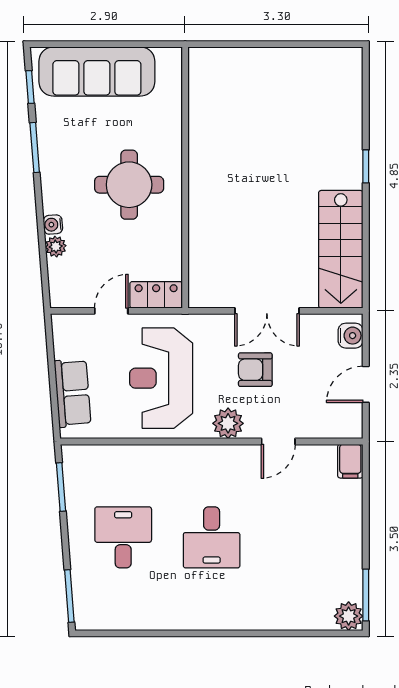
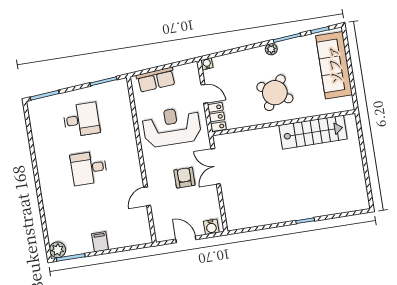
round table: (129, 185) -> (275, 93), turned 32
water cooler: (53, 225) -> (207, 64), moved
plant: (56, 247) -> (271, 49), moved
stairs: (341, 249) -> (313, 132), moved, turned 180
double door: (267, 311) -> (216, 166), moved
plant: (228, 423) -> (153, 167), removed
door: (278, 442) -> (147, 196), hinge flipped
filing cabinet: (350, 461) -> (100, 242), moved, turned 90

